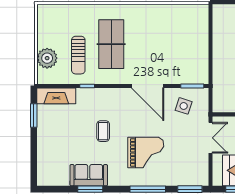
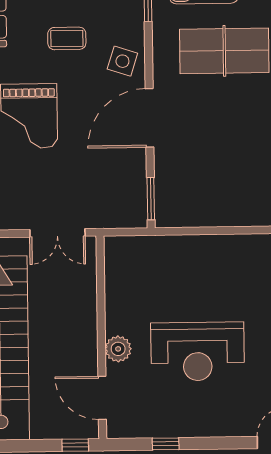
side table: (184, 106) -> (122, 61), moved

